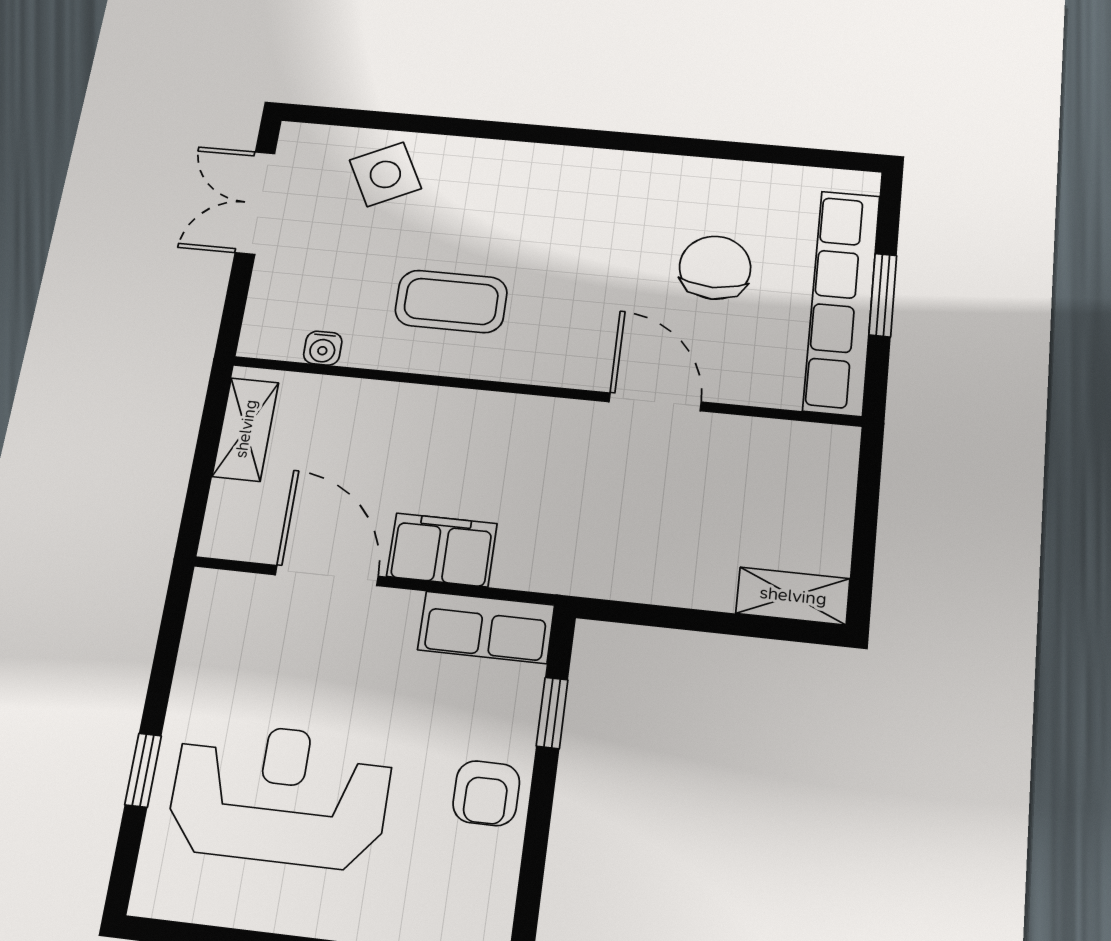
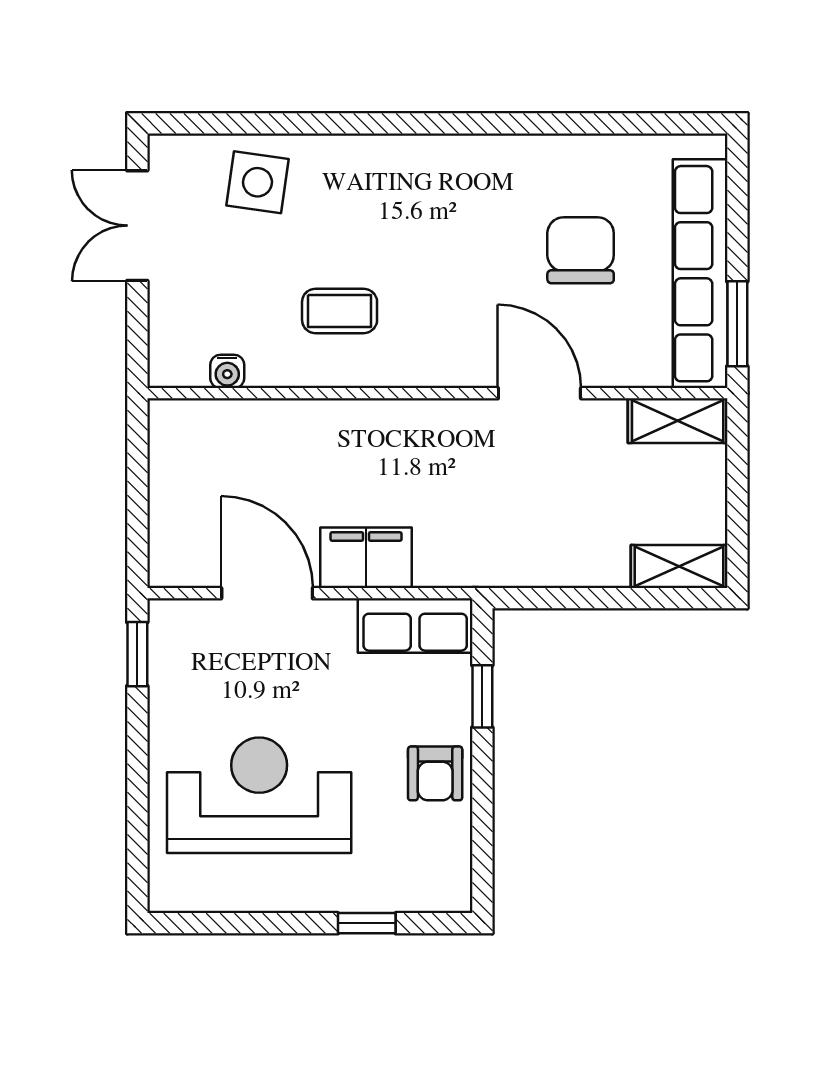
side table: (385, 174) -> (257, 182), turned 35
window: (883, 295) -> (737, 324), moved
coffee table: (451, 301) -> (340, 311), width x0.73, depth x0.77
shelving: (246, 429) -> (678, 421), moved, turned 90
window: (143, 770) -> (137, 654), moved

